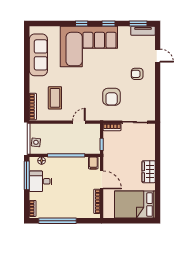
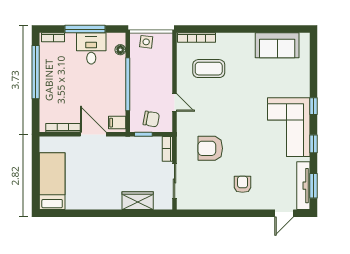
tv unit: (143, 31) -> (303, 186), width x1.41
corner sofa: (89, 46) -> (289, 127), width x0.73, depth x0.74
sofa: (38, 55) -> (277, 45), width x0.73
door: (158, 56) -> (284, 213), moved
chair: (91, 139) -> (151, 119), added
wardrobe: (149, 172) -> (138, 201), moved
window: (27, 175) -> (85, 29), moved
door: (102, 180) -> (93, 134), swing flipped
bed: (135, 205) -> (52, 181), width x0.67

